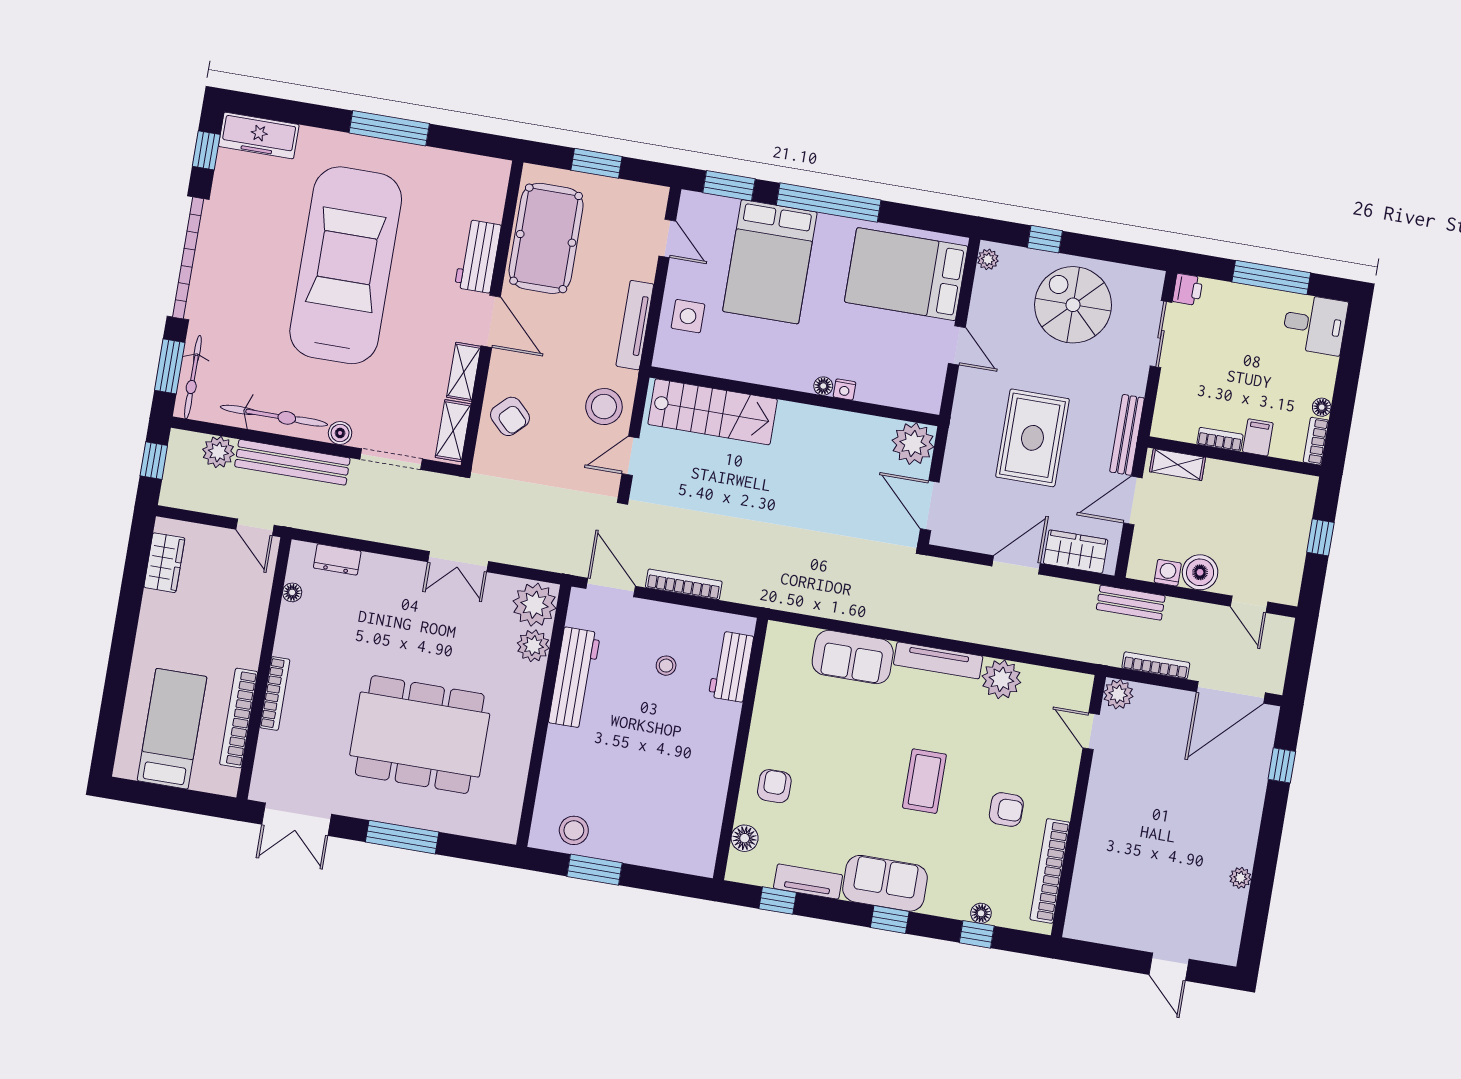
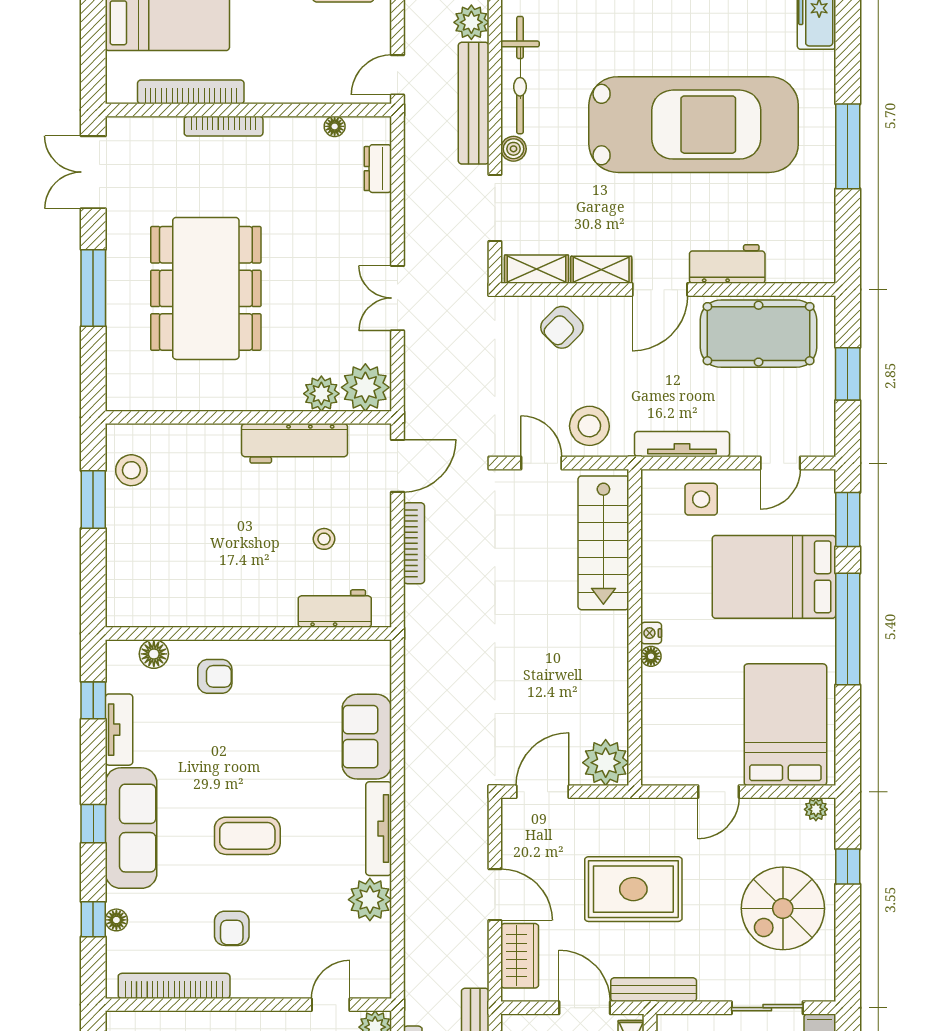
spiral stairs: (1073, 305) -> (783, 908), turned 180
nightstand: (844, 389) -> (651, 633), moved
sofa: (885, 883) -> (131, 828), width x1.36

